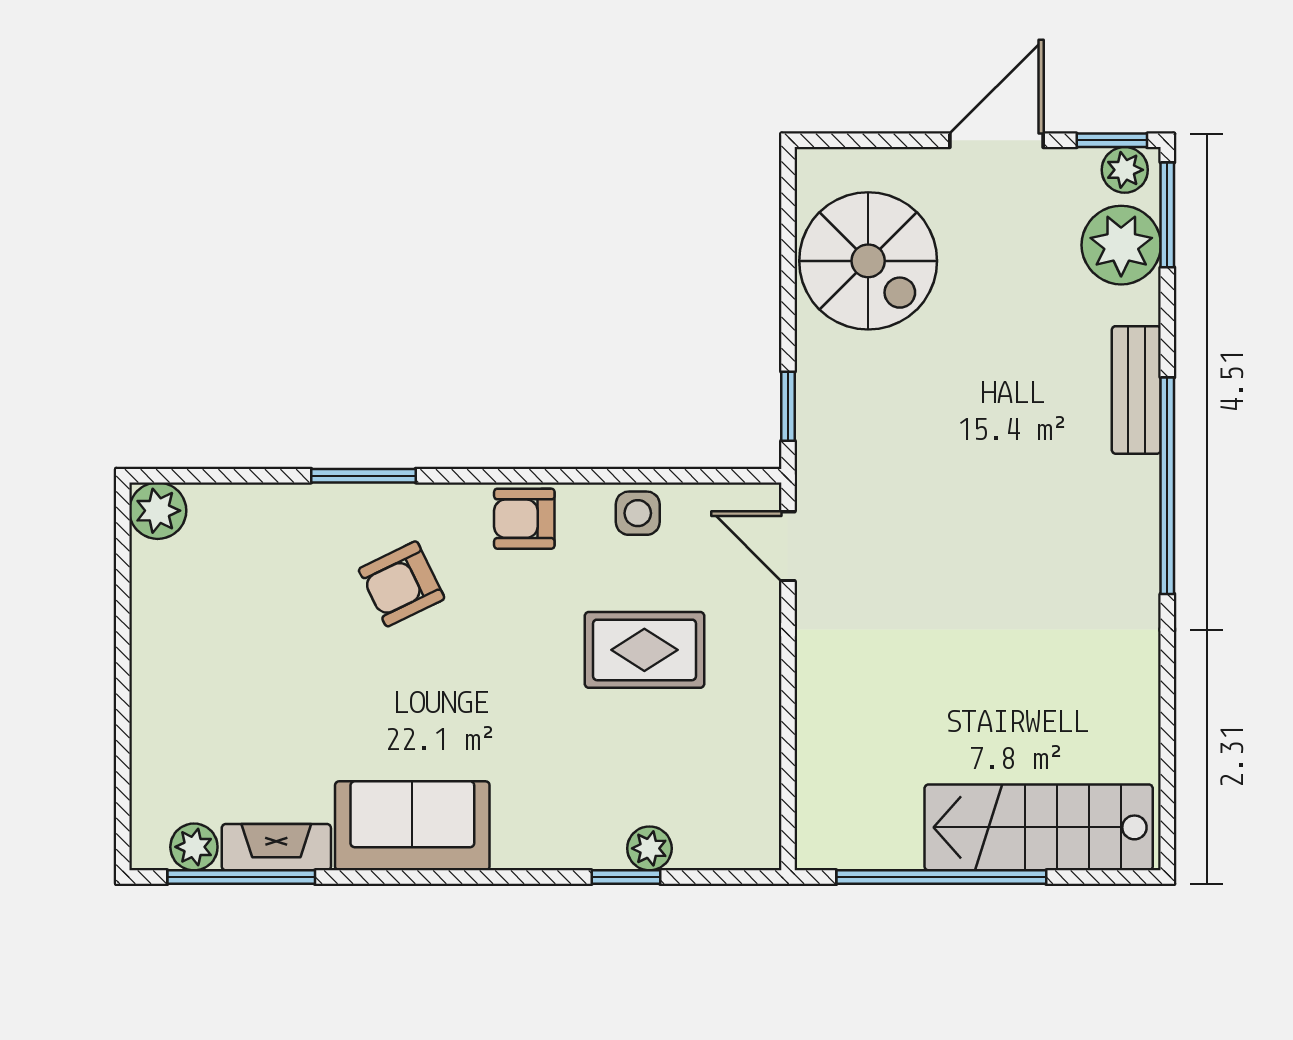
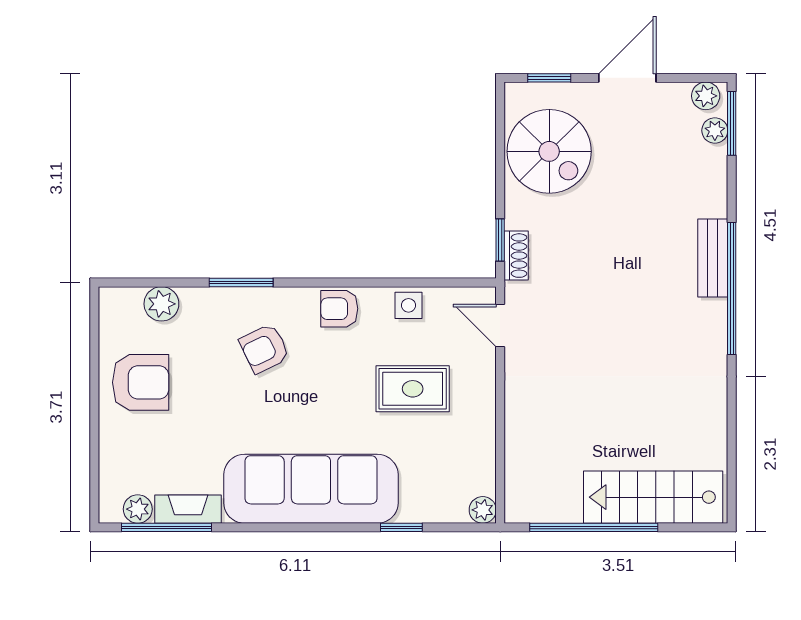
window: (1112, 140) -> (549, 78), moved
plant: (1121, 245) -> (715, 130), width x0.53, depth x0.53
bench: (1136, 390) -> (713, 258), moved
shoe rack: (814, 432) -> (516, 256), added
plant: (158, 511) -> (161, 304), moved
armchair: (199, 639) -> (141, 382), added
sofa: (412, 826) -> (311, 489), width x1.85, depth x1.27
plant: (649, 848) -> (483, 510), moved

